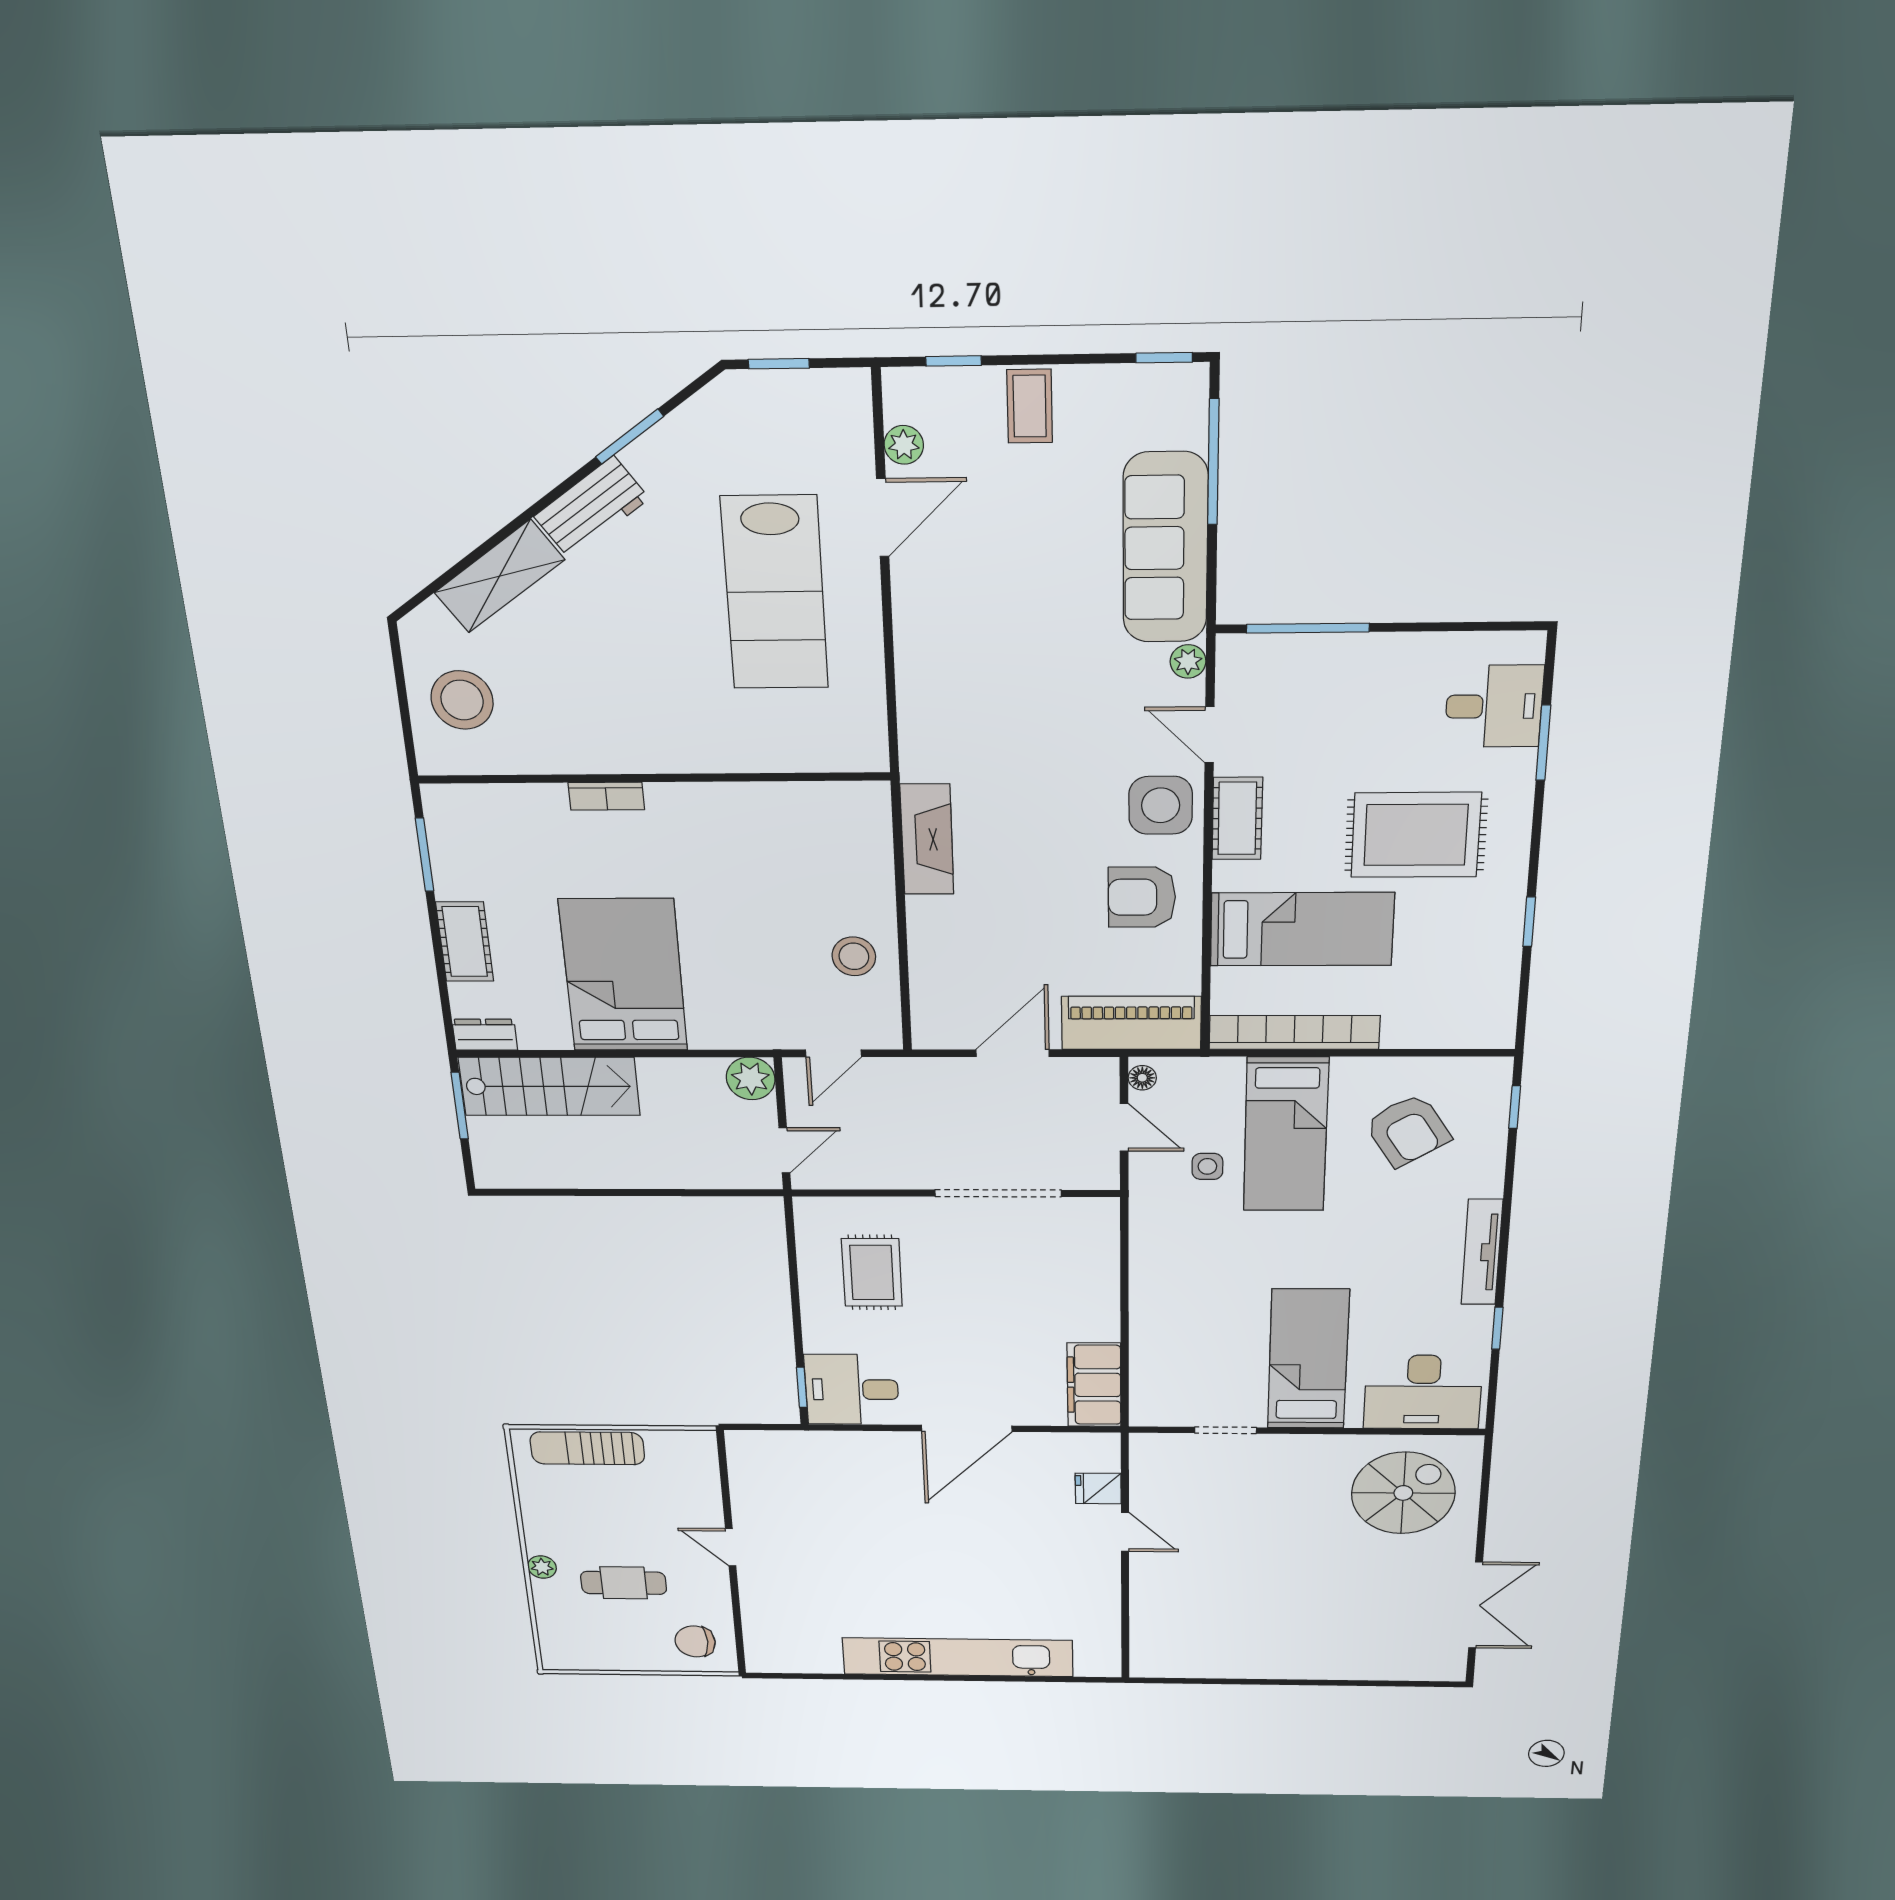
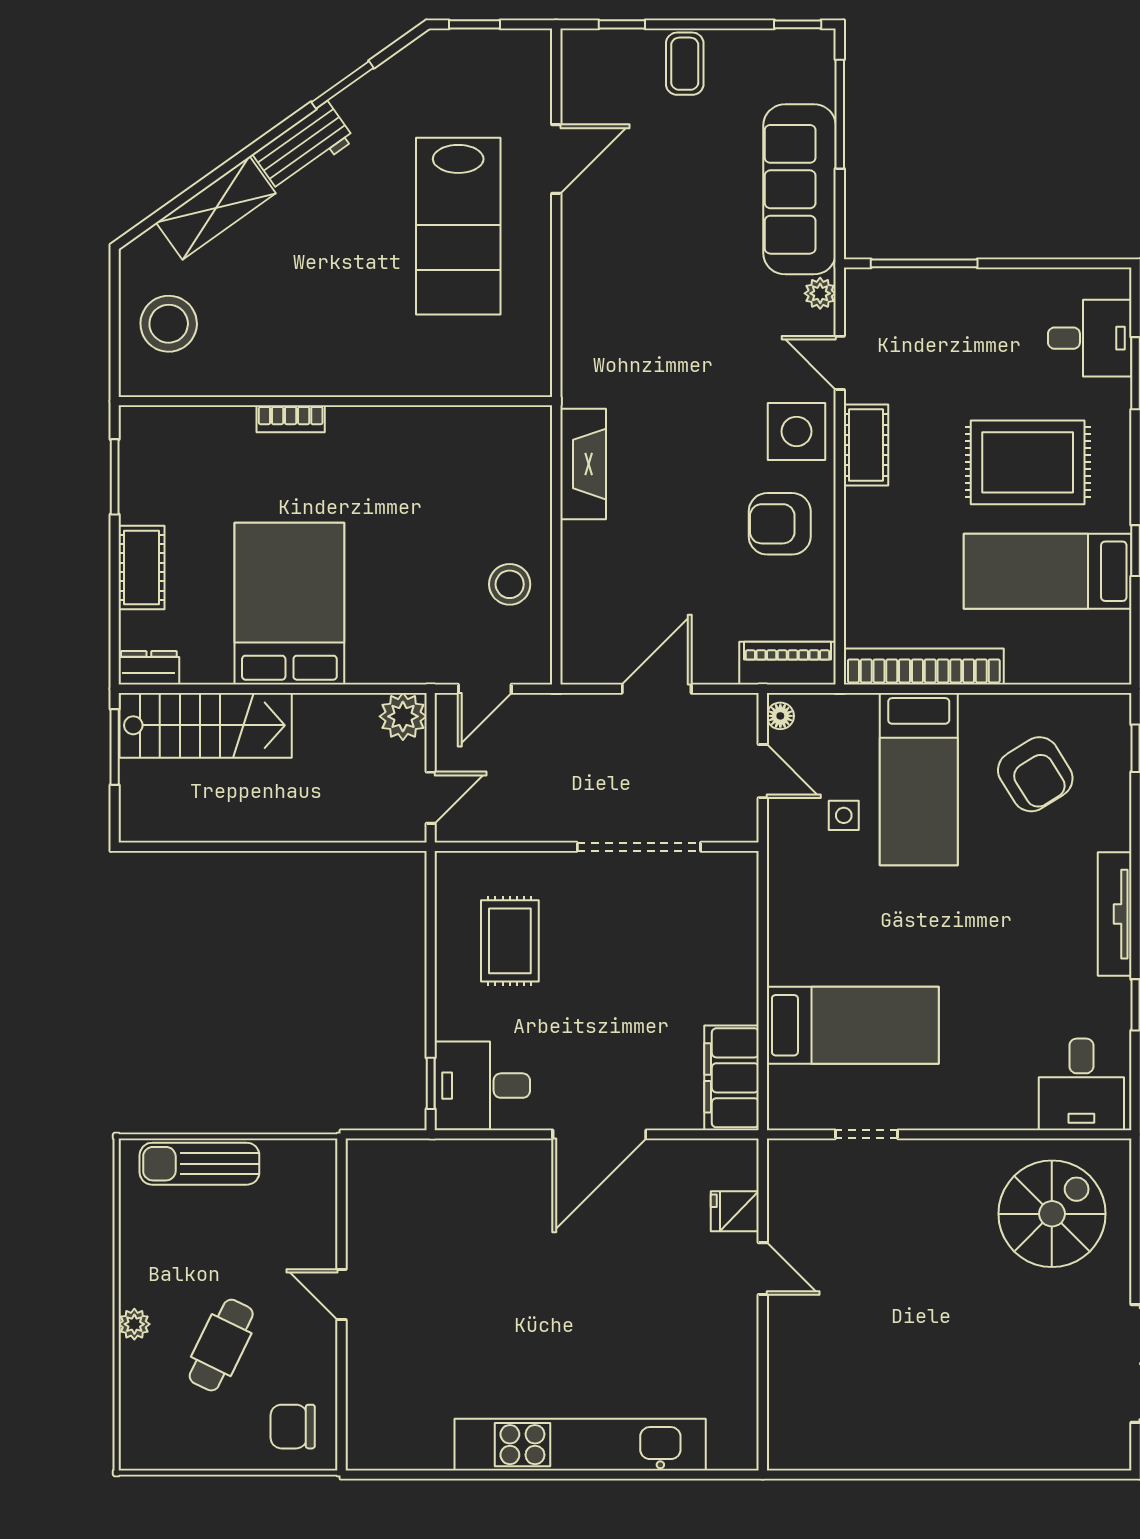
plant: (904, 445) -> (577, 95), removed
bed: (1302, 929) -> (1048, 571), moved, turned 180
piano: (1131, 1023) -> (788, 663), width x0.73, depth x0.75
bed: (1308, 1359) -> (853, 1025), moved, turned 90
desk: (1423, 1392) -> (1081, 1084), width x0.73
cafe table: (624, 1583) -> (221, 1345), turned -64

